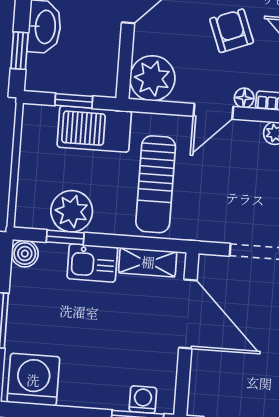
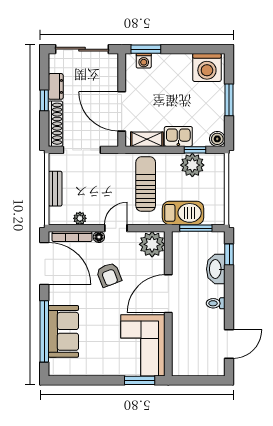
window: (74, 101) -> (196, 228), width x1.50

